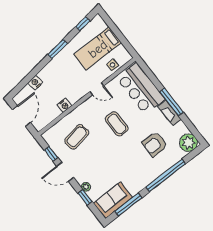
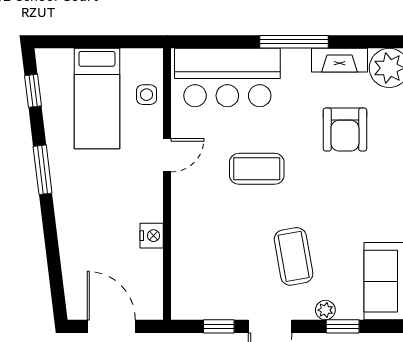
nightstand: (35, 83) -> (71, 256), removed
fireplace: (170, 113) -> (339, 60), moved
coffee table: (77, 137) -> (294, 256), moved

